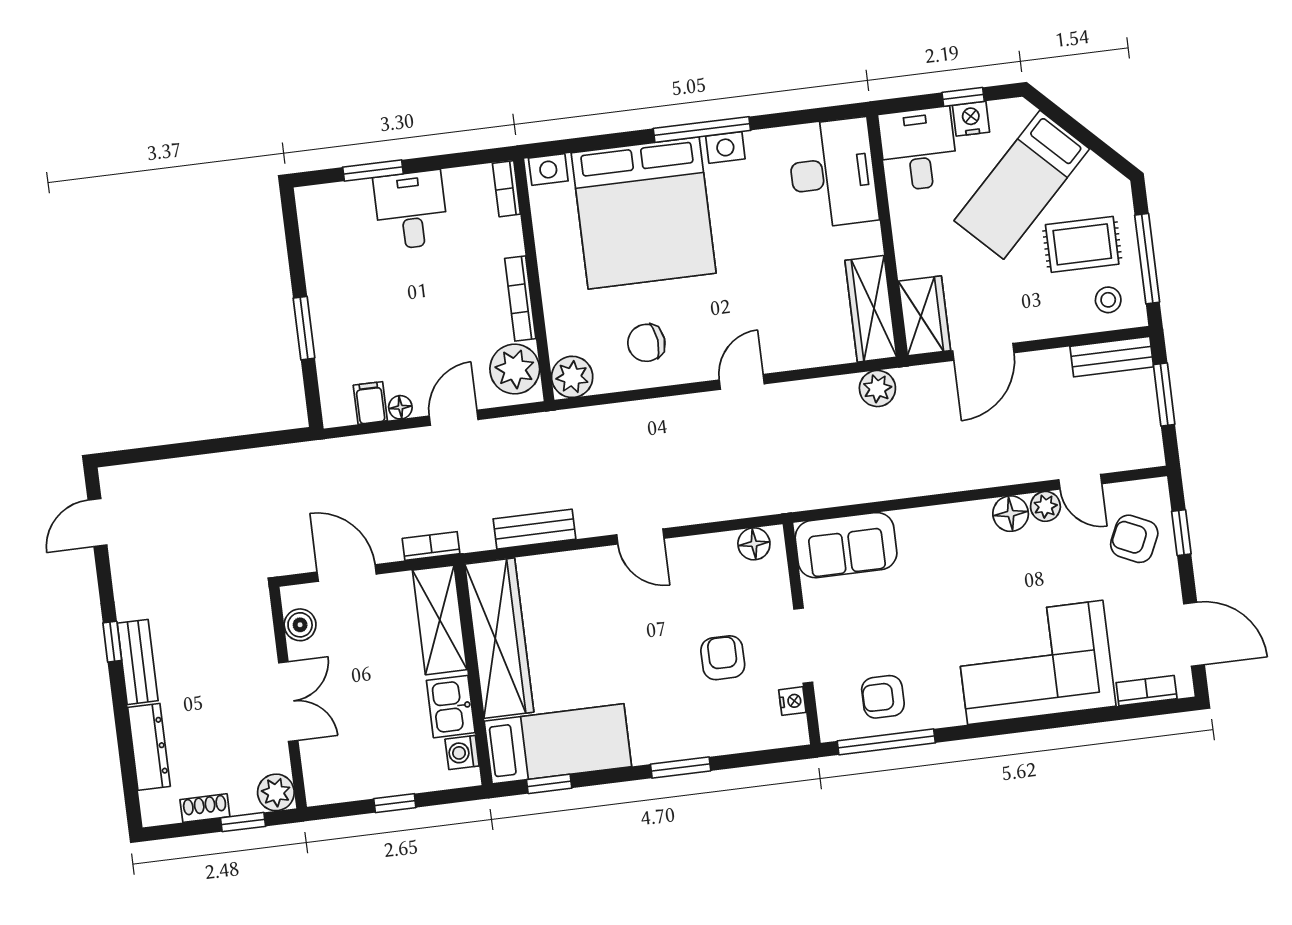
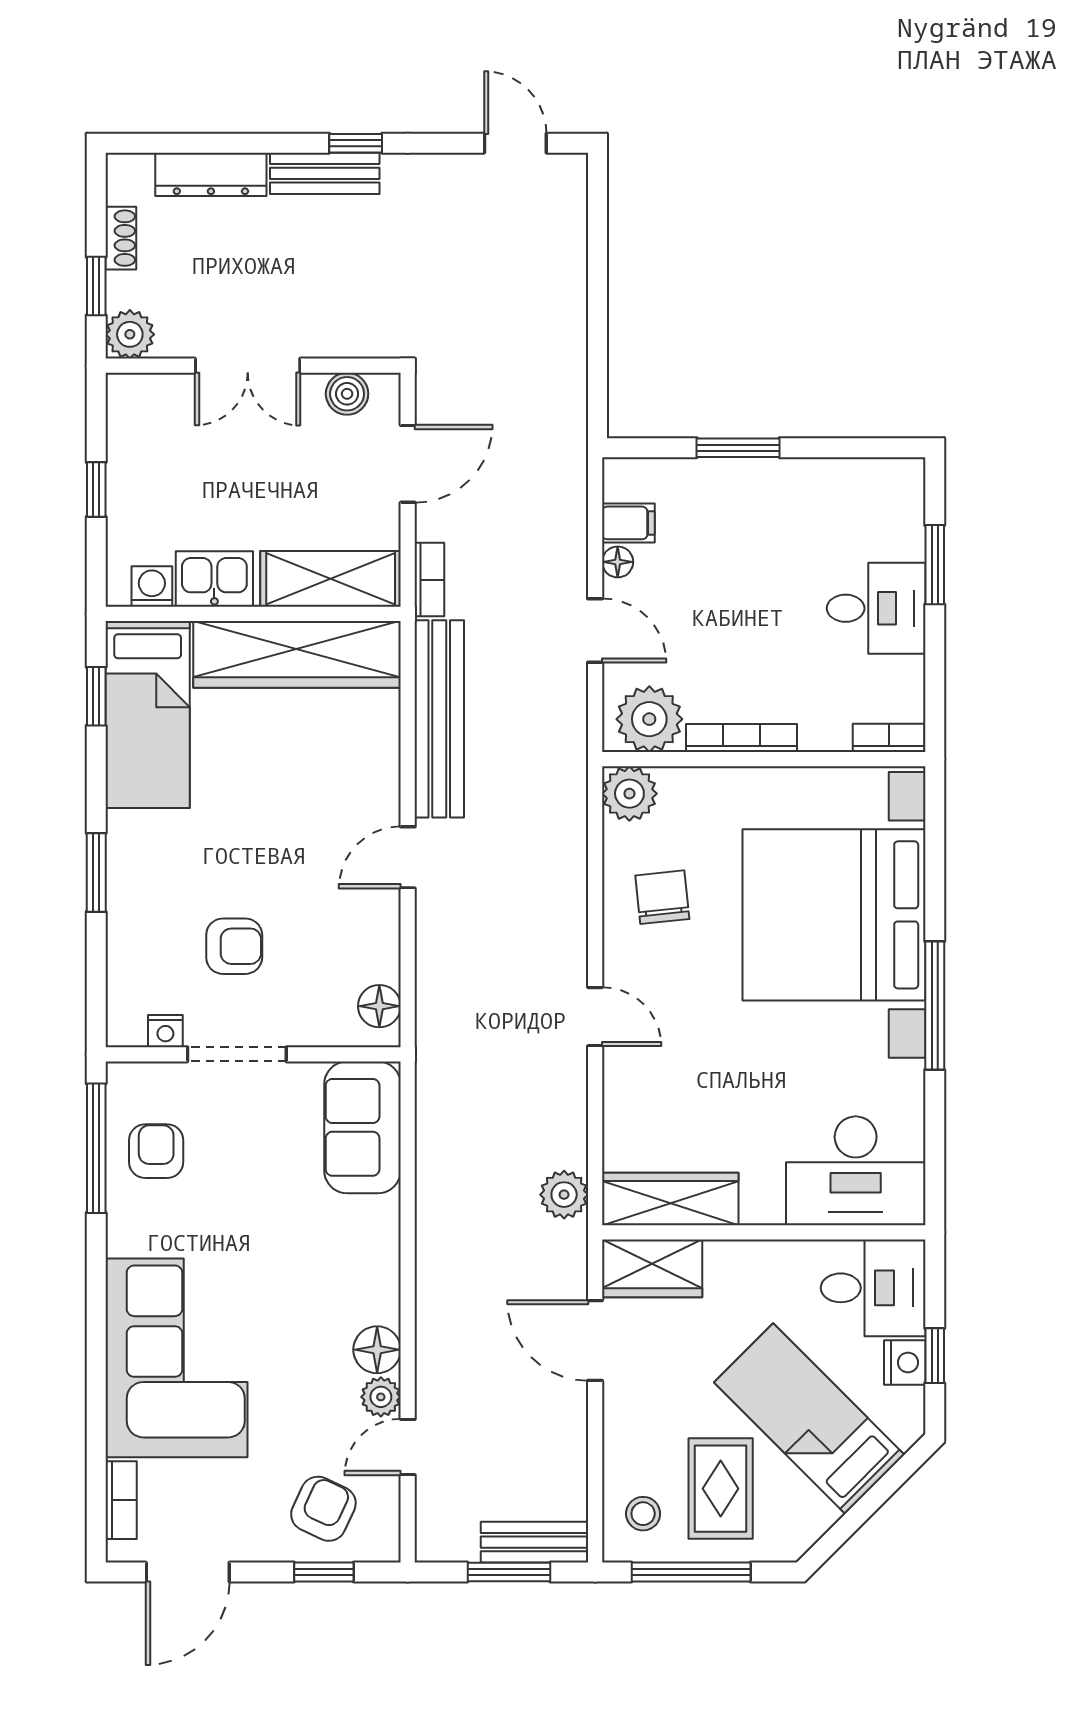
bench: (1112, 357) -> (534, 1542), moved, turned 90
bench: (534, 529) -> (439, 719), width x1.86, depth x1.21

